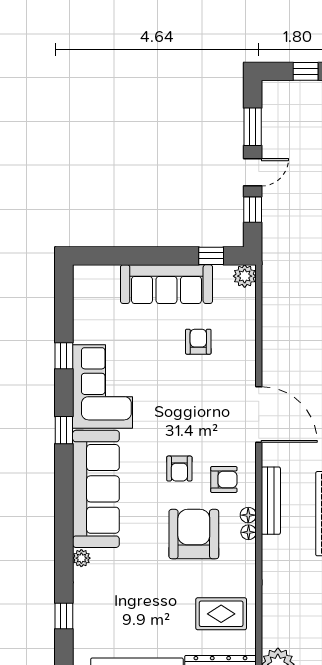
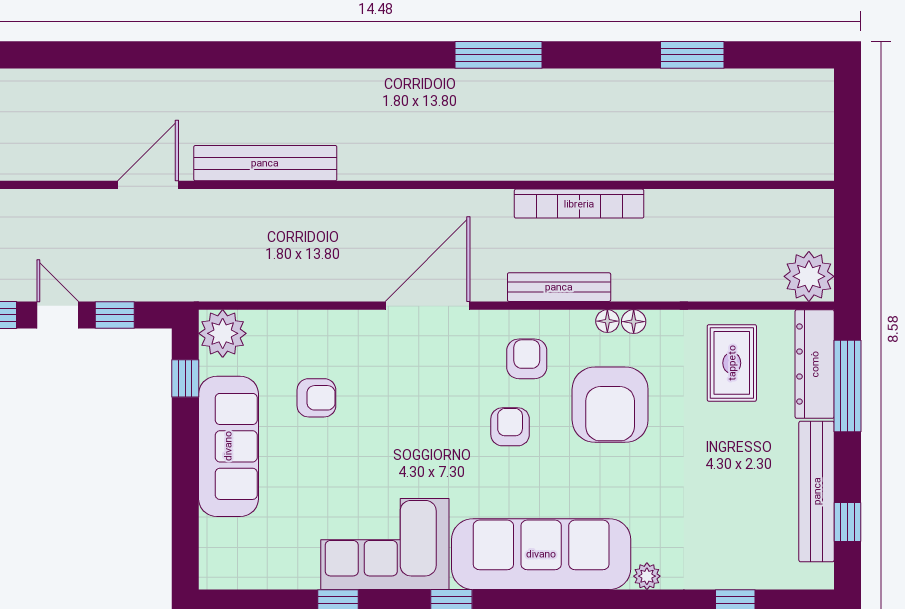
plant: (245, 276) -> (223, 333), width x1.36, depth x1.36
armchair: (198, 342) -> (316, 398), turned 180
armchair: (179, 469) -> (510, 427), turned -90
floor lamp: (248, 515) -> (634, 322), moved
armchair: (194, 534) -> (610, 405), turned -90

